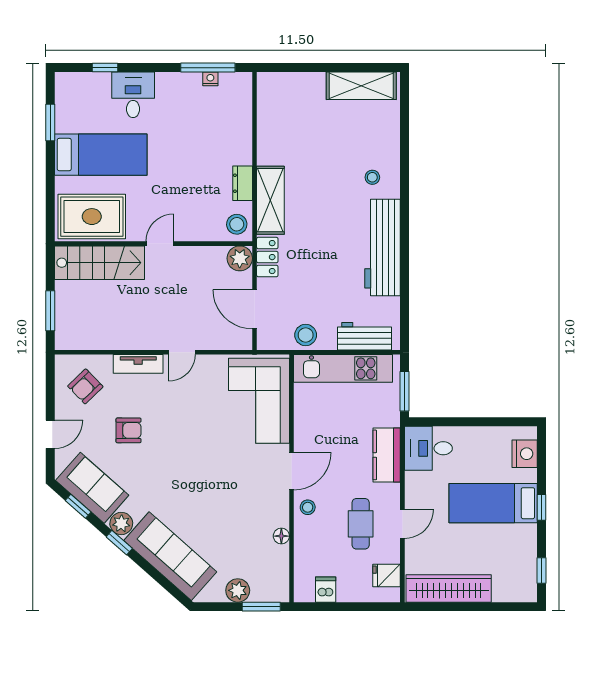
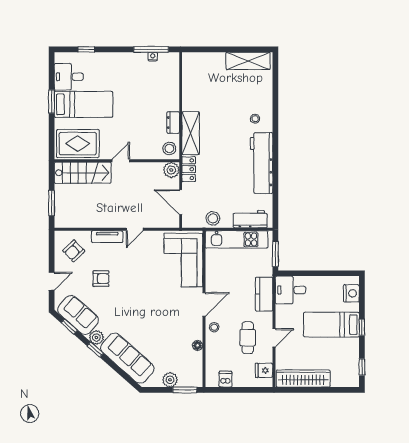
desk: (133, 95) -> (69, 77), moved, turned -90
window: (50, 123) -> (52, 102), moved

